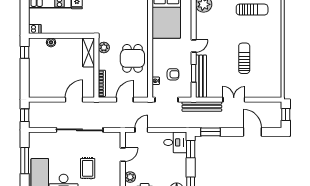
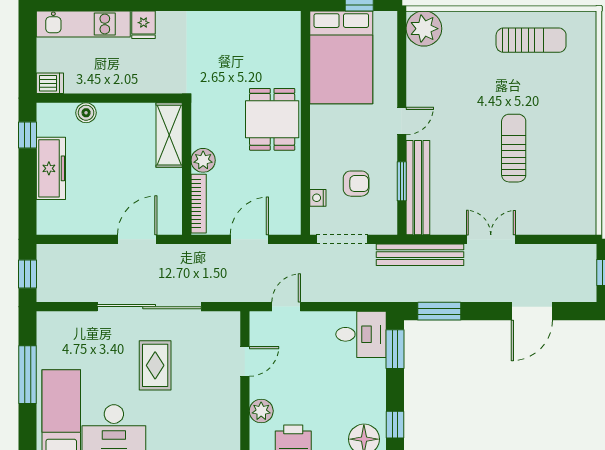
plant: (104, 48) -> (203, 160), moved
dining table: (132, 58) -> (272, 119), moved
freezer: (35, 67) -> (51, 168), added
door: (252, 132) -> (532, 311), swing flipped
rug: (88, 168) -> (155, 365), moved

